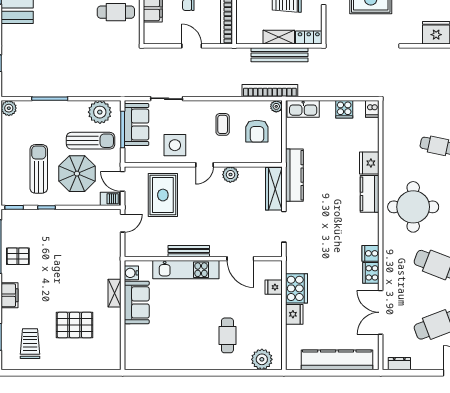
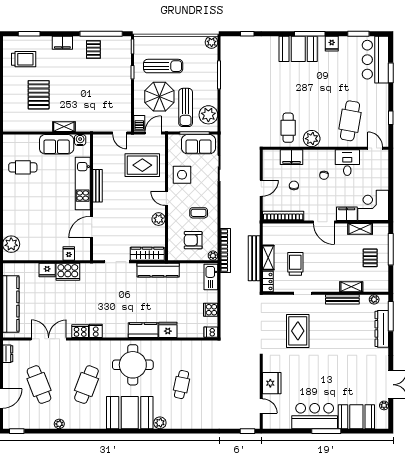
cafe table: (227, 335) -> (23, 167), moved

